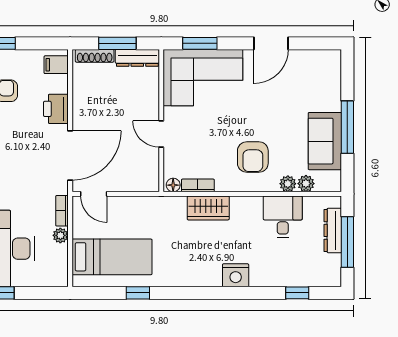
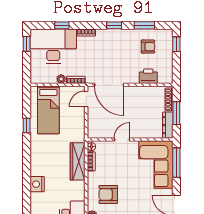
window: (200, 43) -> (176, 163), width x1.44
filing cabinet: (56, 65) -> (164, 76), removed
printer: (56, 109) -> (148, 76), moved
wardrobe: (208, 208) -> (78, 161), width x1.50

